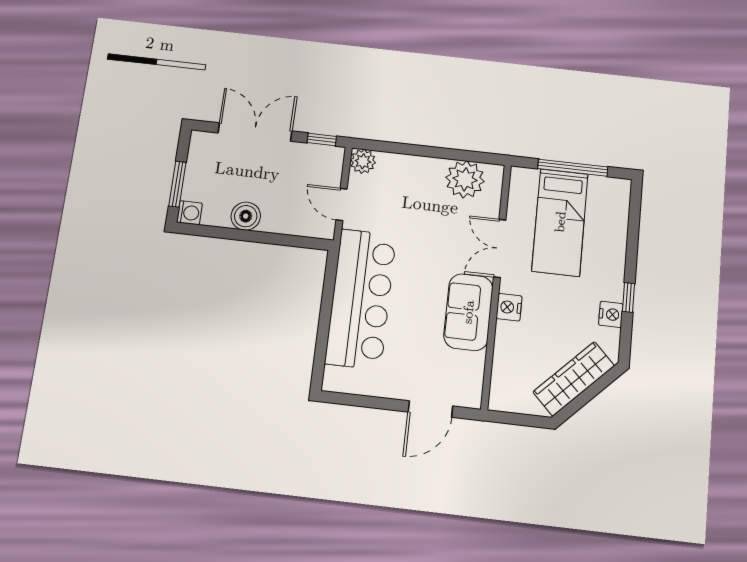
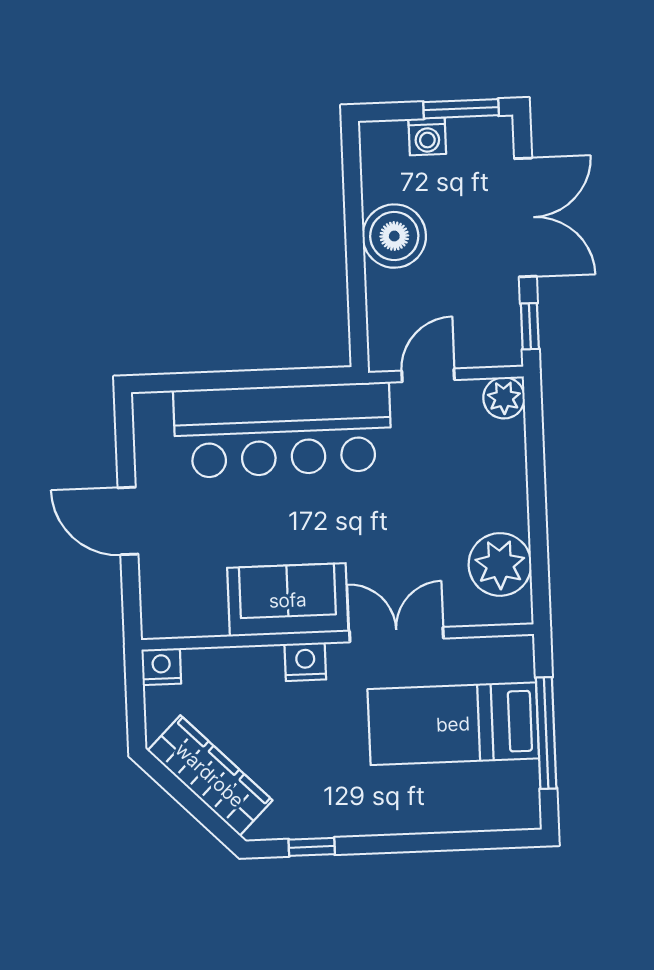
window: (177, 184) -> (461, 109), moved
washing machine: (189, 213) -> (427, 136), moved
boiler: (246, 216) -> (394, 236), width x1.37, depth x1.37
window: (629, 297) -> (312, 847), moved
nightstand: (611, 314) -> (161, 667), moved, turned 180
door: (430, 409) -> (128, 521), moved

